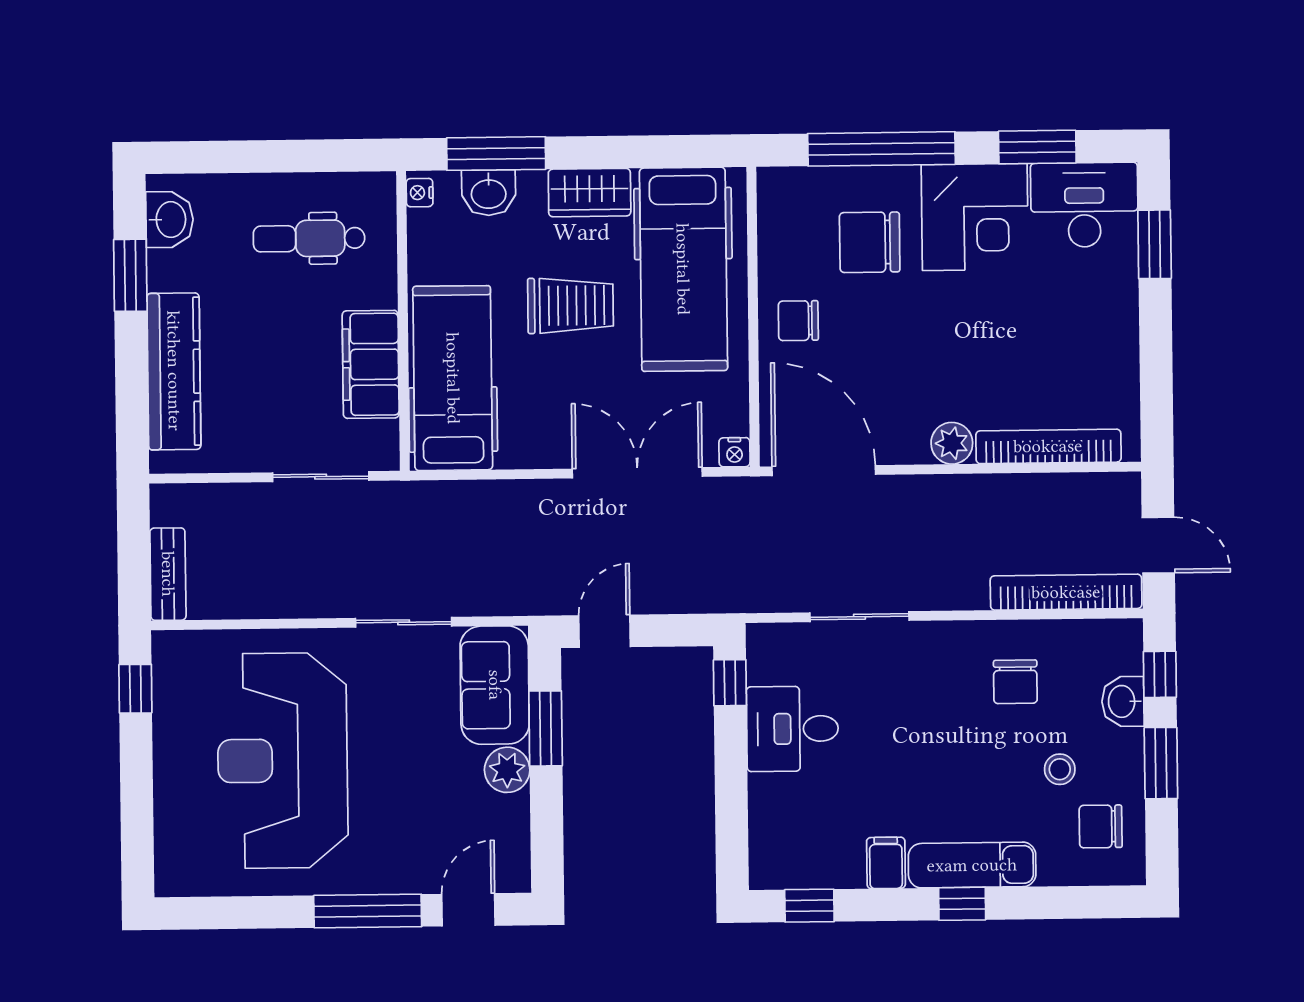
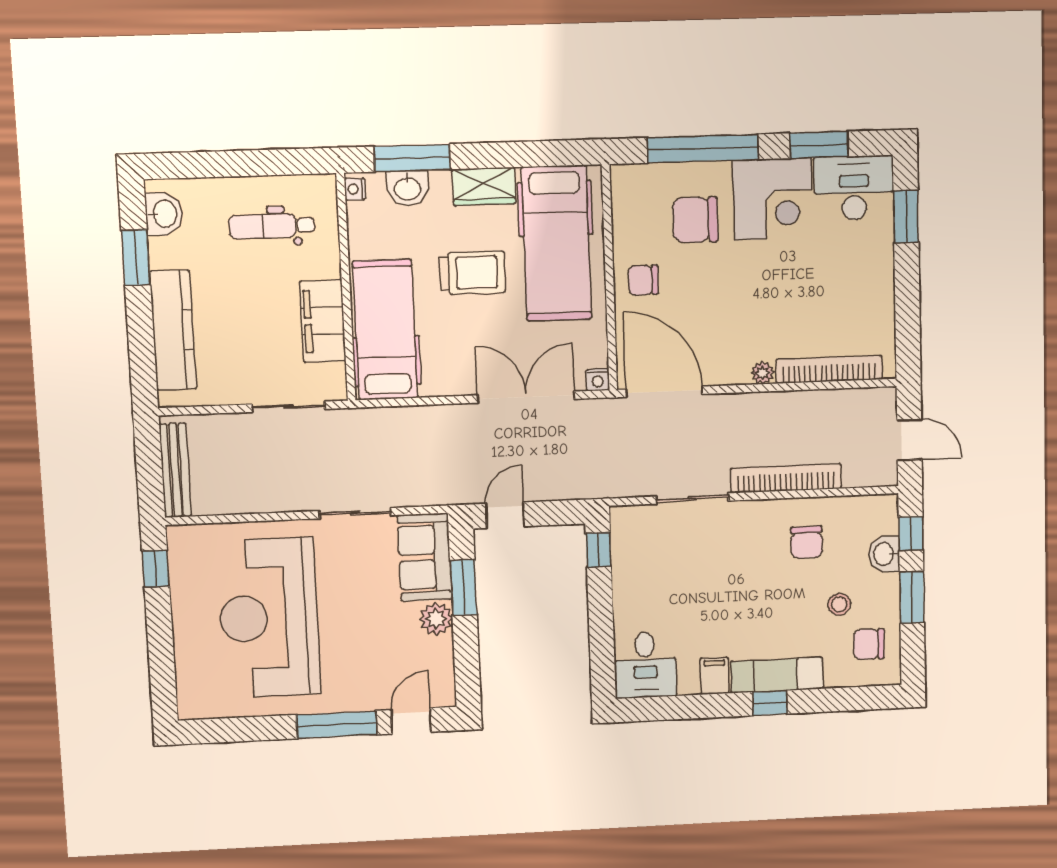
plant: (952, 443) -> (763, 373), width x0.73, depth x0.73
bench: (168, 574) -> (175, 470), width x1.36
bookcase: (1066, 592) -> (786, 478), moved
desk: (792, 729) -> (645, 665), moved, turned -90
window: (809, 906) -> (660, 708), removed

